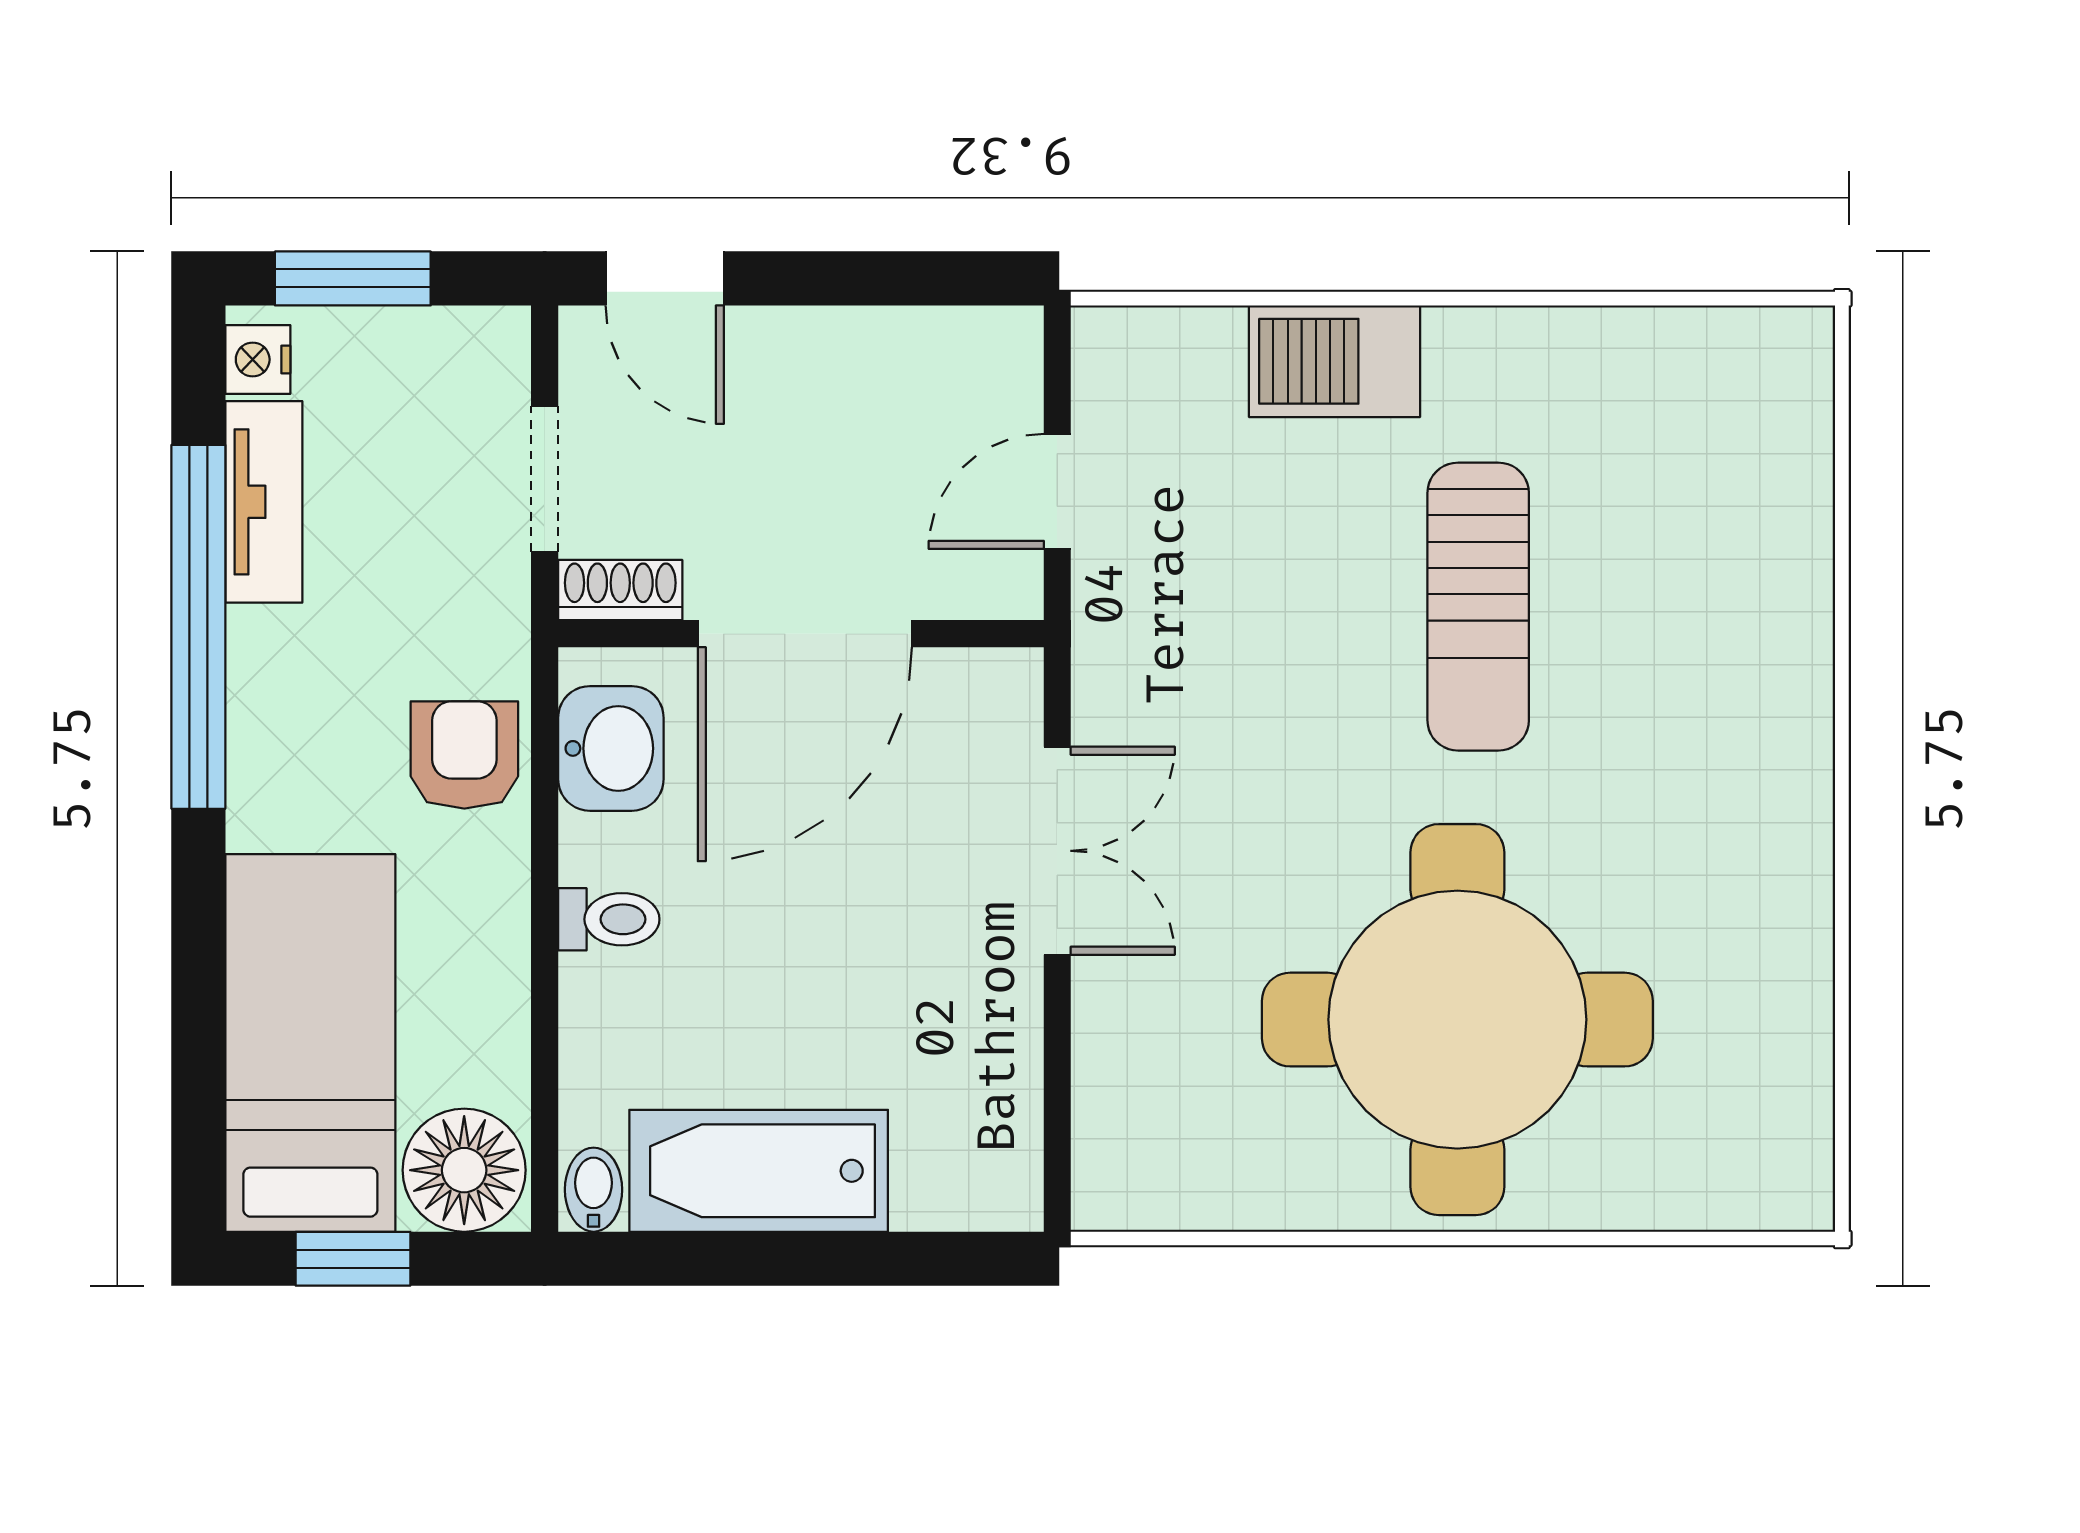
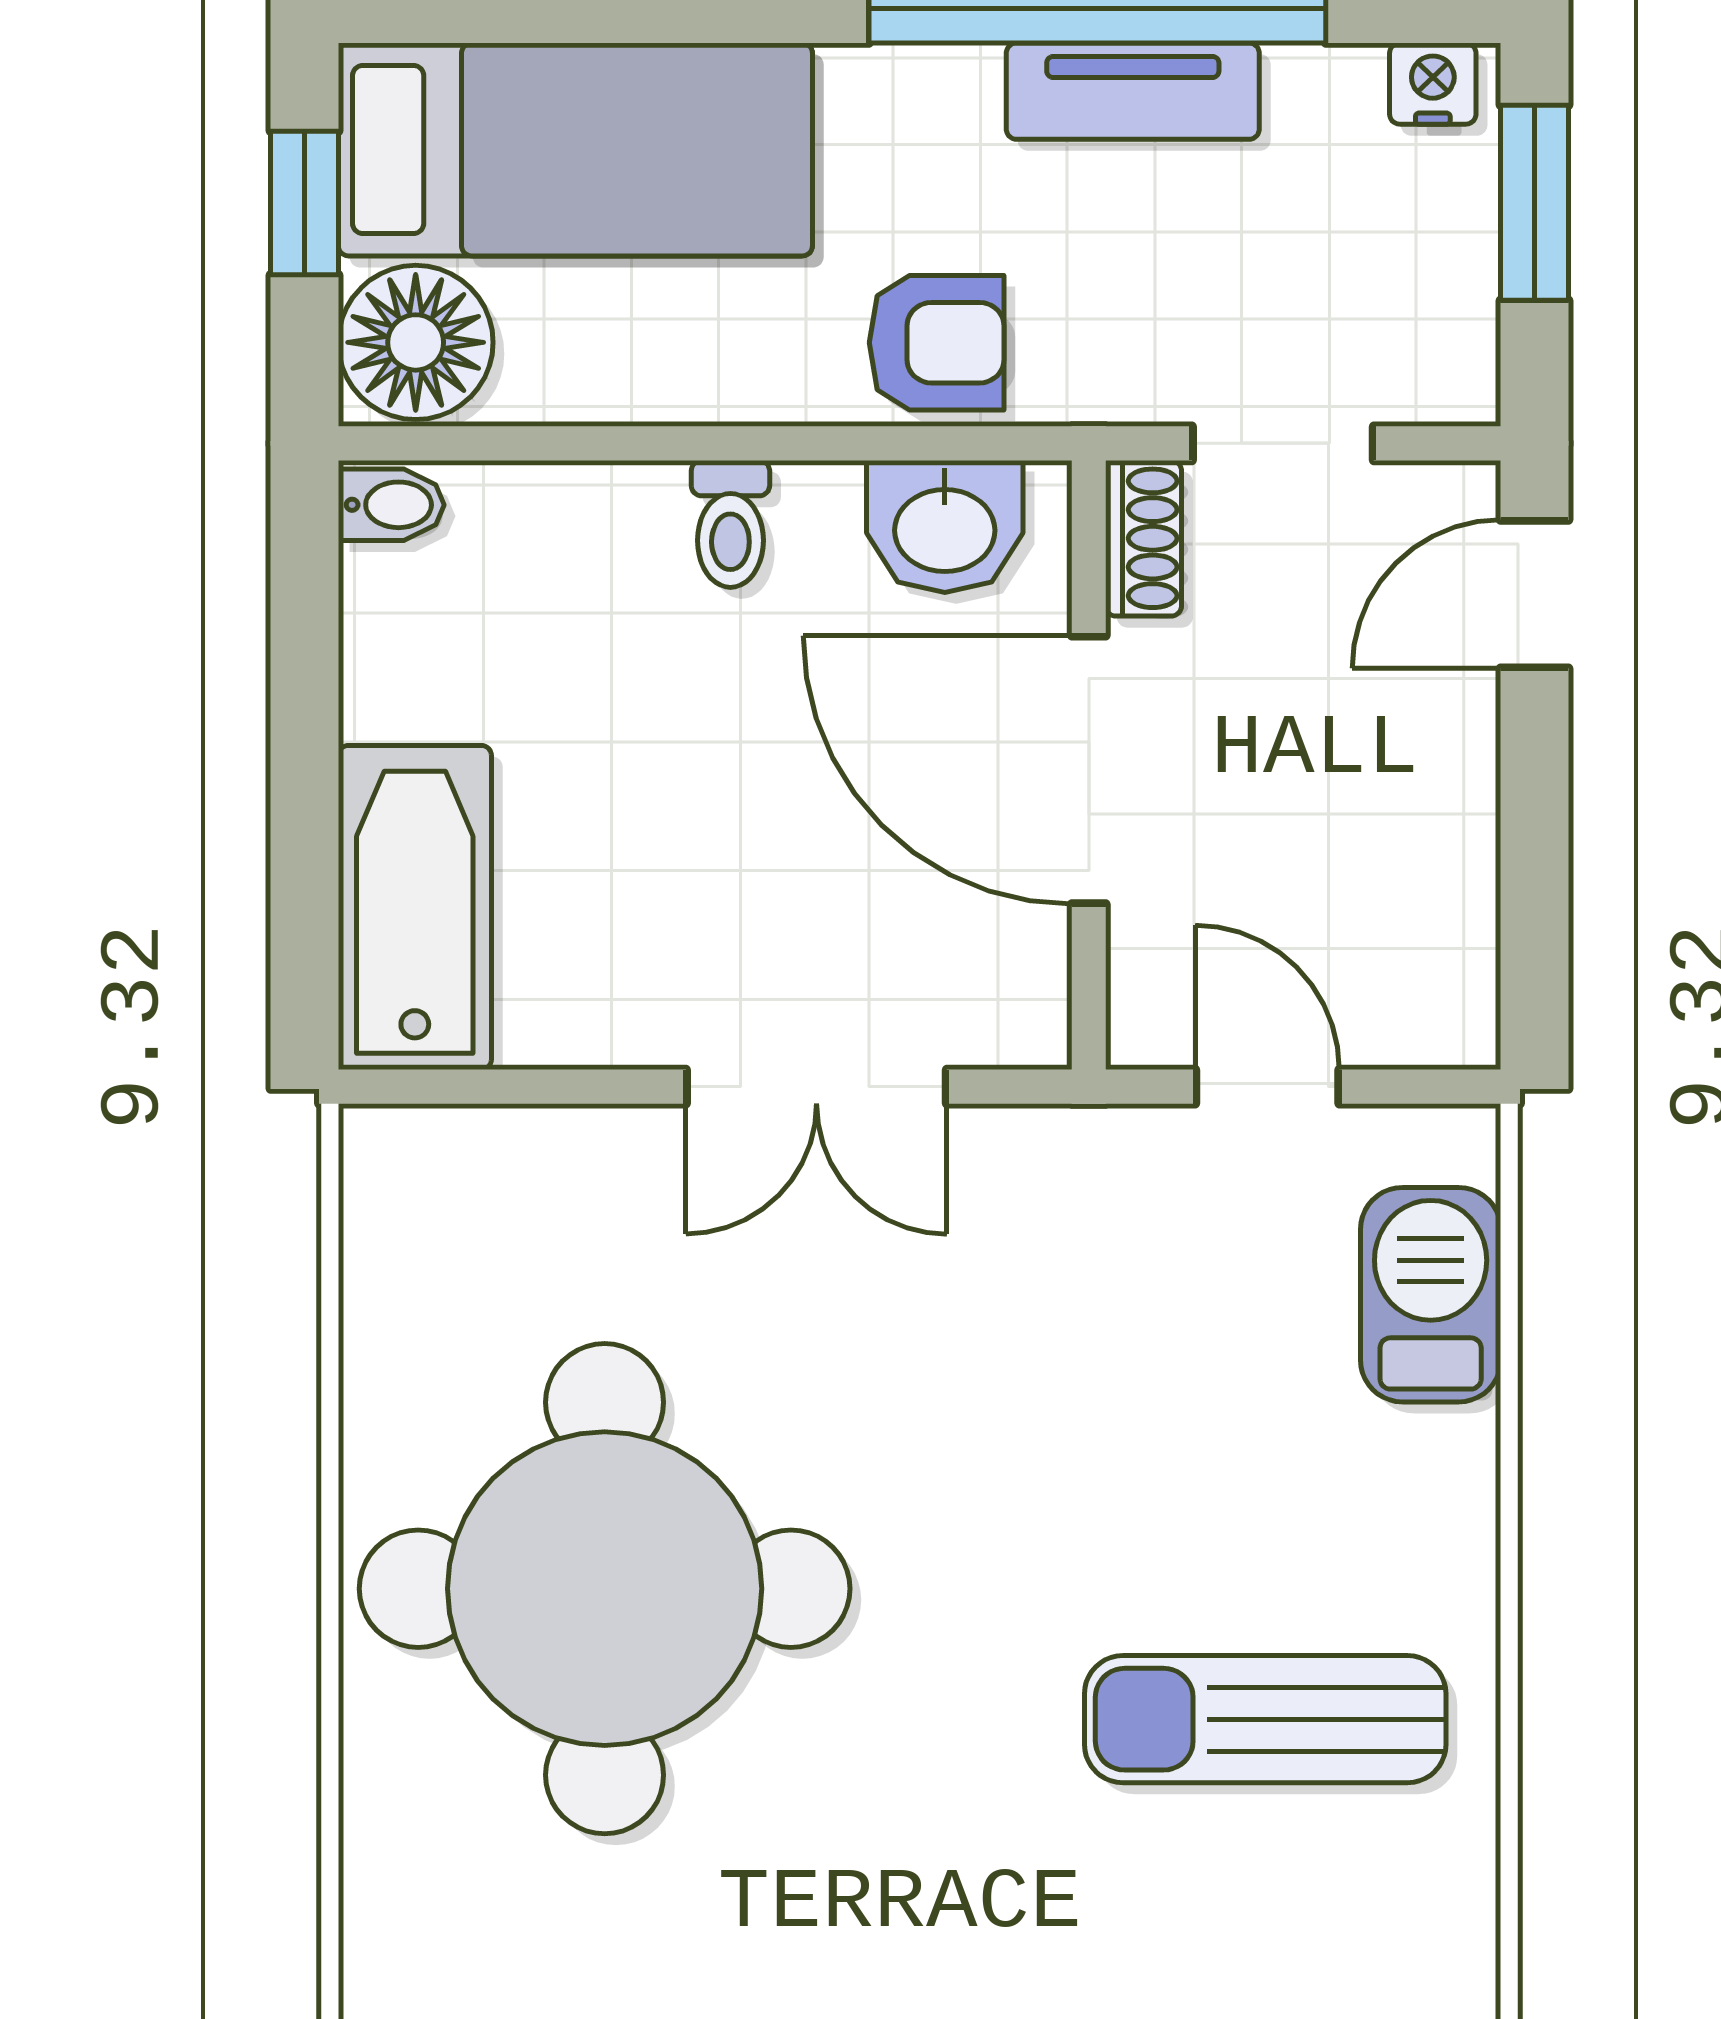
barbecue: (1334, 361) -> (1431, 1295), moved
tv unit: (264, 502) -> (1133, 91), moved
sun lounger: (1478, 607) -> (1265, 1719), moved
bathtub: (759, 1171) -> (415, 907), moved

